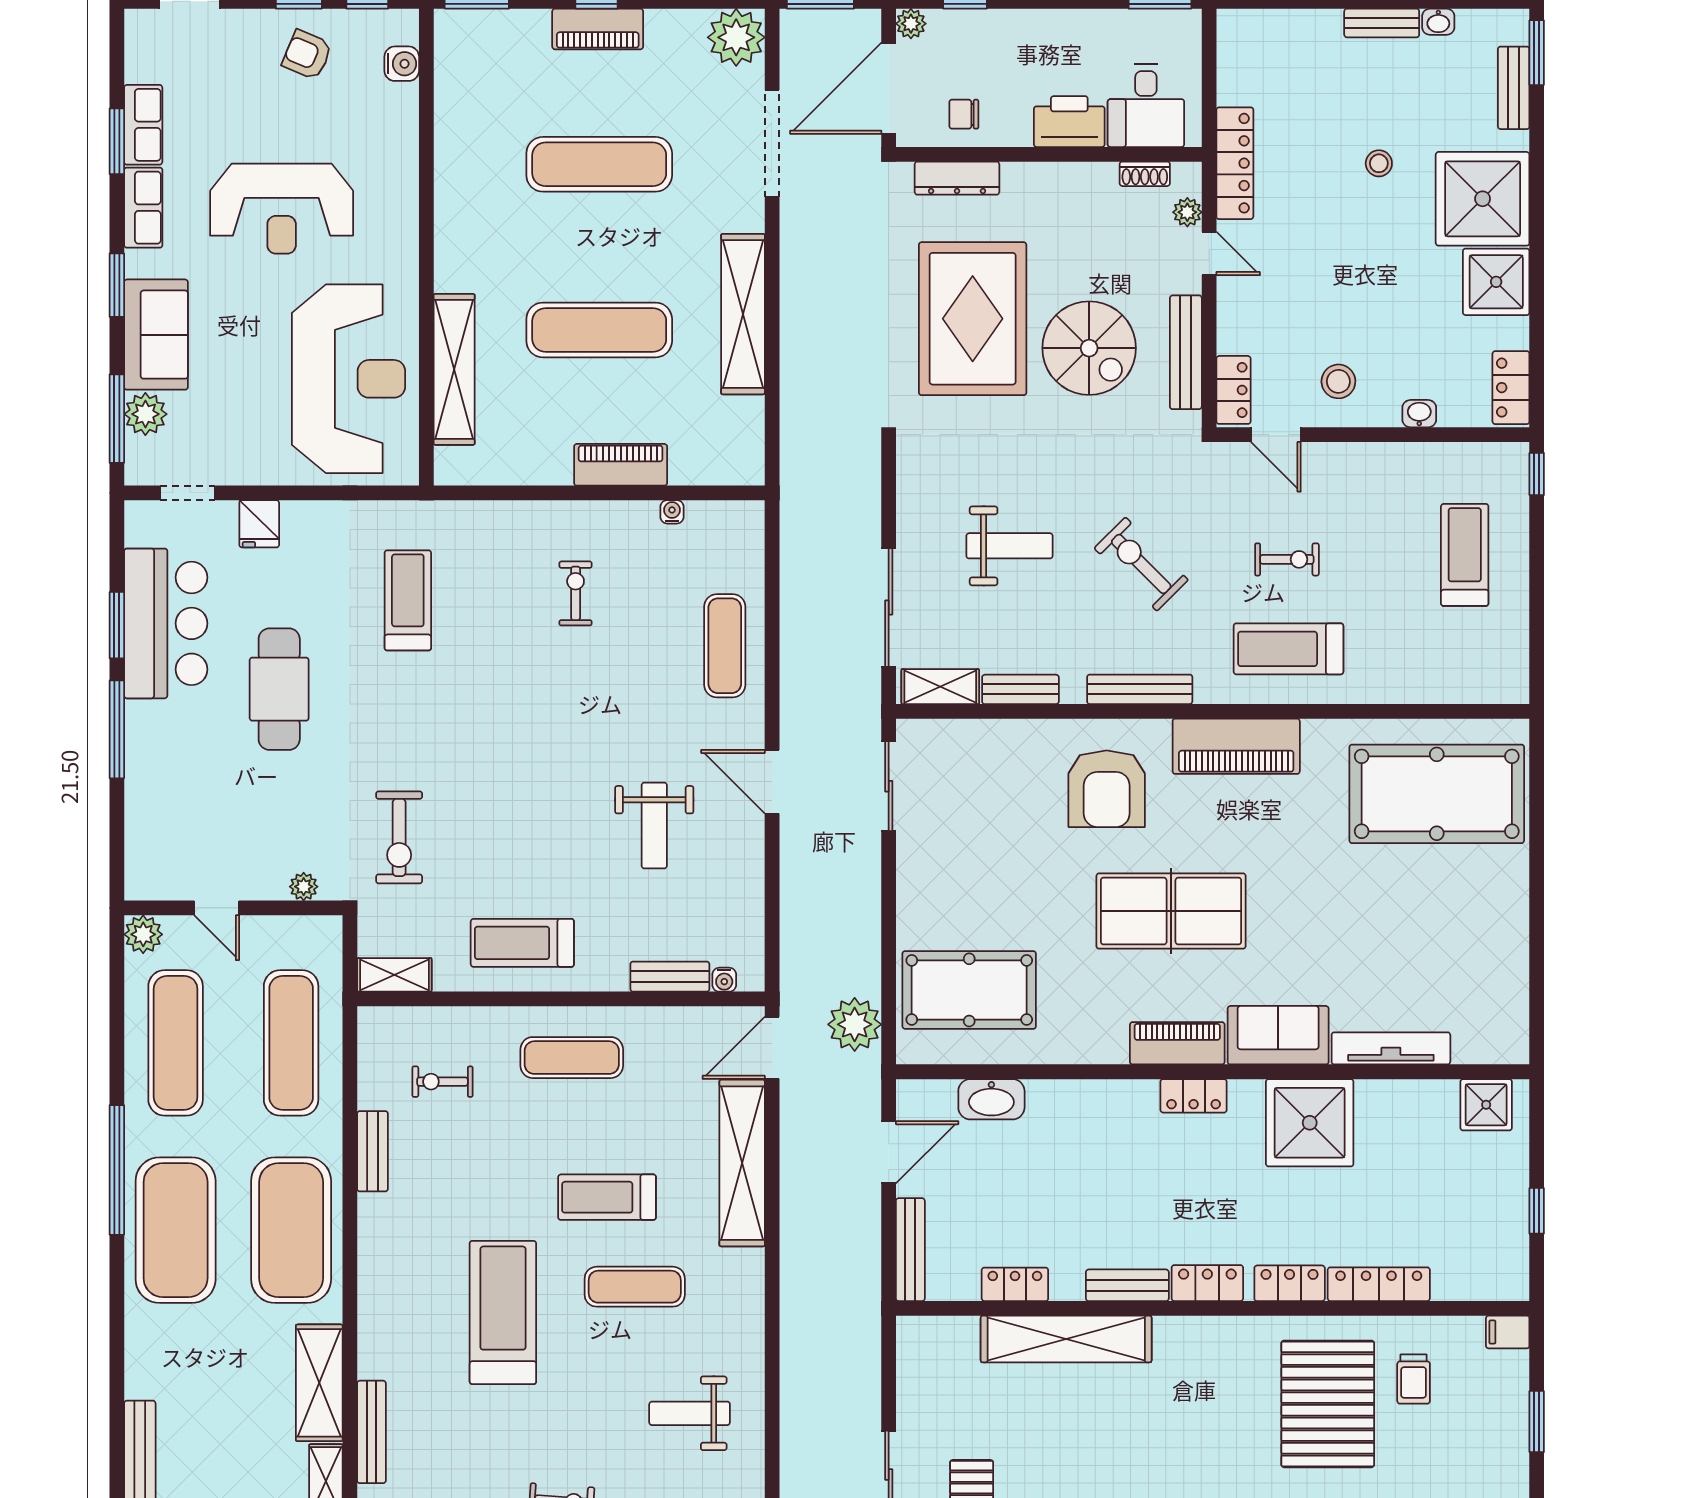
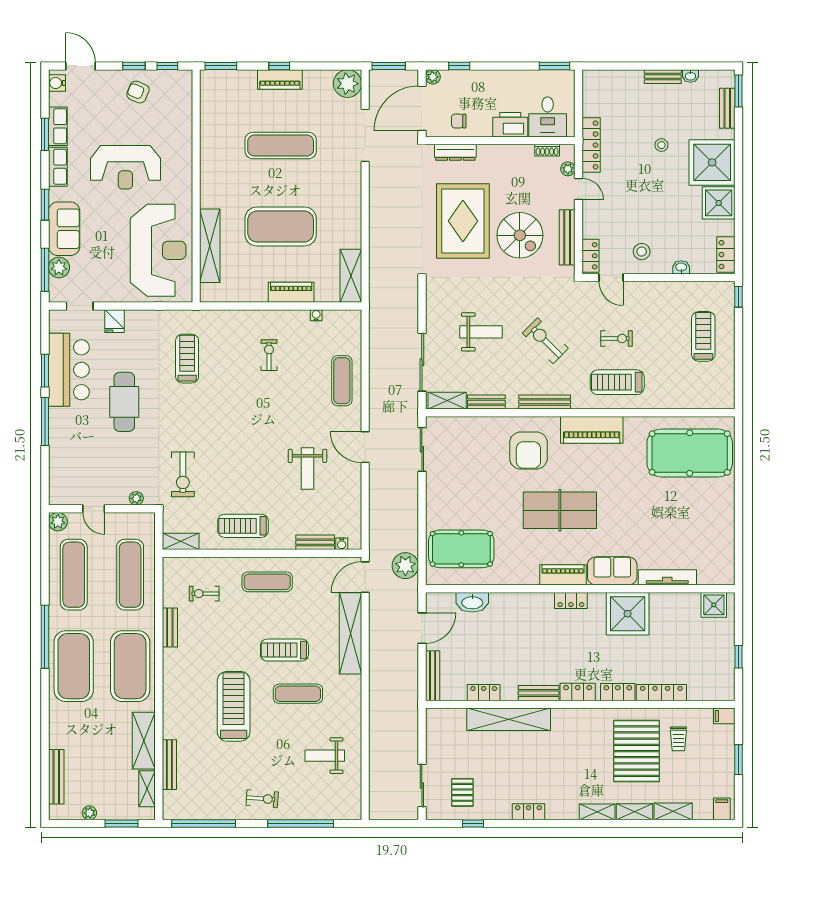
water cooler: (402, 64) -> (57, 83), moved, turned 180
shelving: (743, 314) -> (351, 276), moved, width x0.68
exercise mat: (599, 330) -> (281, 226), width x1.47

